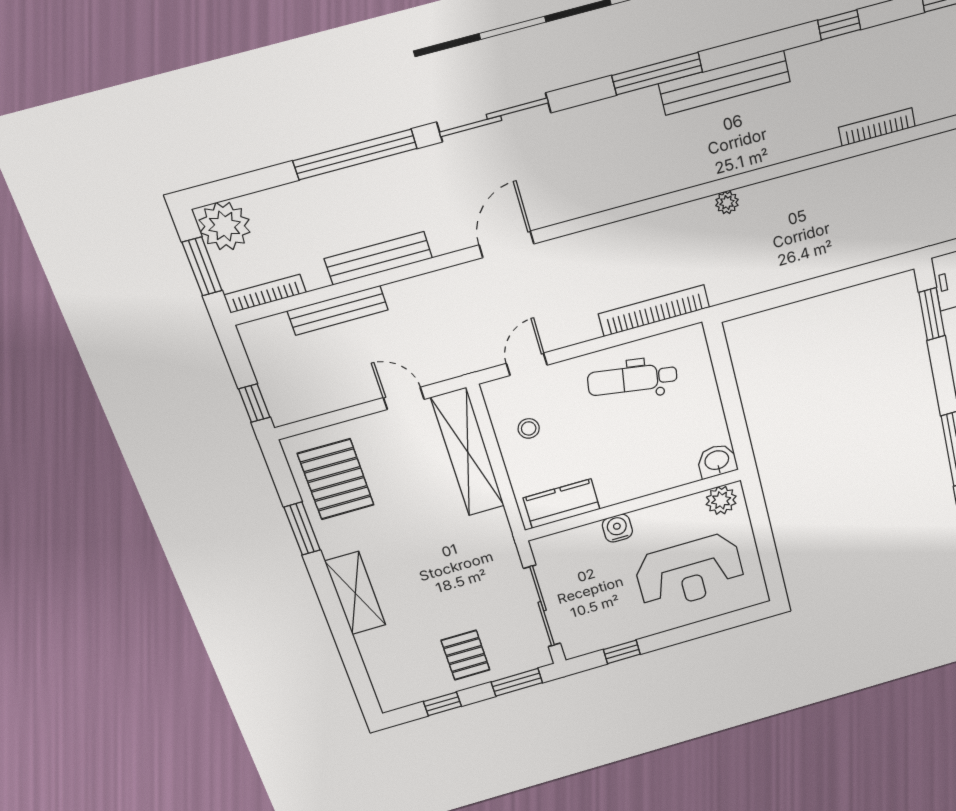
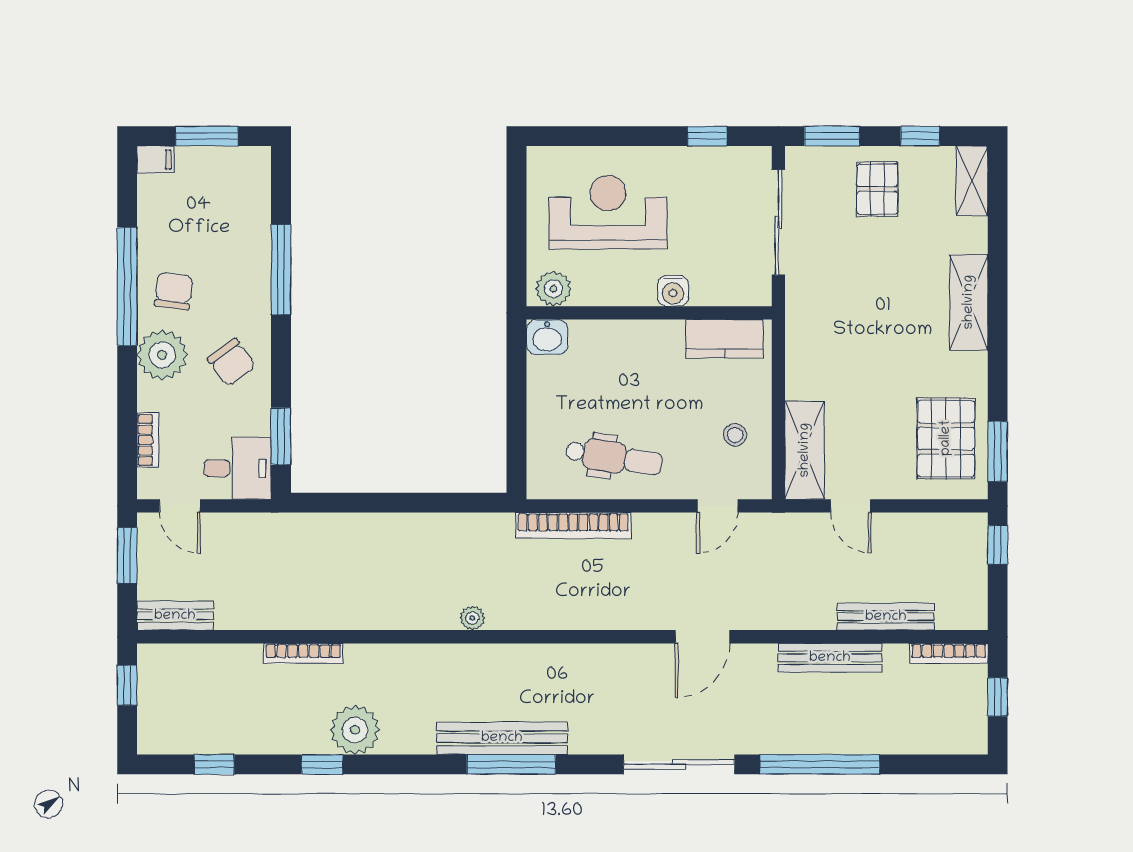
bench: (725, 83) -> (502, 738), moved
plant: (225, 226) -> (355, 730), moved
window: (202, 266) -> (998, 697), width x0.67
shelving: (468, 452) -> (805, 450), width x0.68
window: (302, 529) -> (998, 452), moved
shelving: (386, 685) -> (972, 181), added

